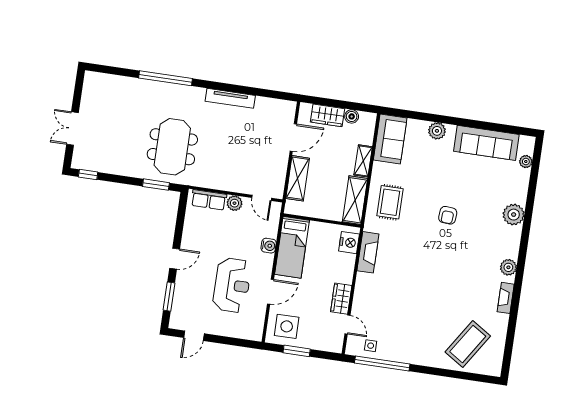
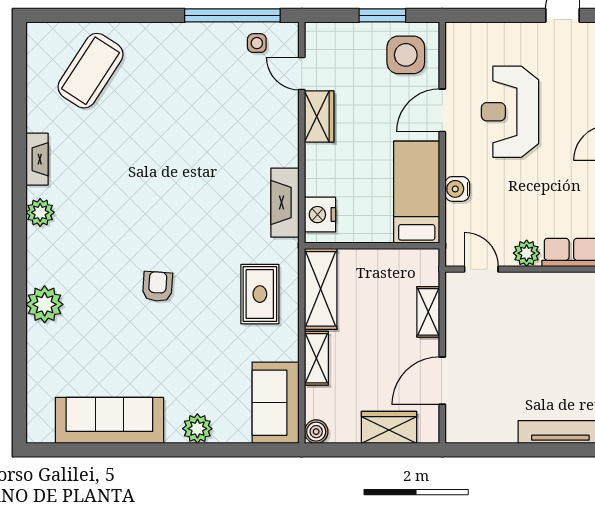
boiler: (352, 116) -> (316, 432), moved
plant: (526, 162) -> (37, 398), removed
shelving: (298, 178) -> (428, 312), width x0.67, depth x0.75

